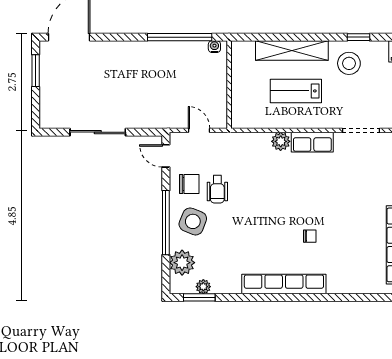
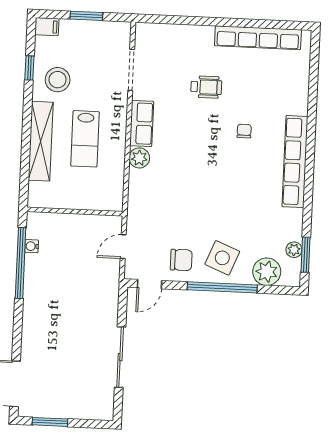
water cooler: (214, 47) -> (32, 246), moved
chair: (189, 184) -> (181, 260), turned 90
wheelchair: (217, 189) -> (206, 87), moved

